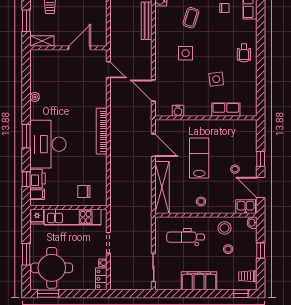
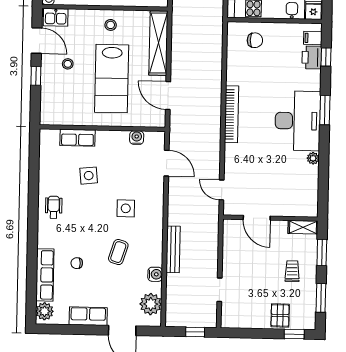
door: (79, 48) -> (257, 218), hinge flipped
desk: (48, 144) -> (298, 121), moved
lab bench: (199, 158) -> (112, 79), width x1.36, depth x1.39

